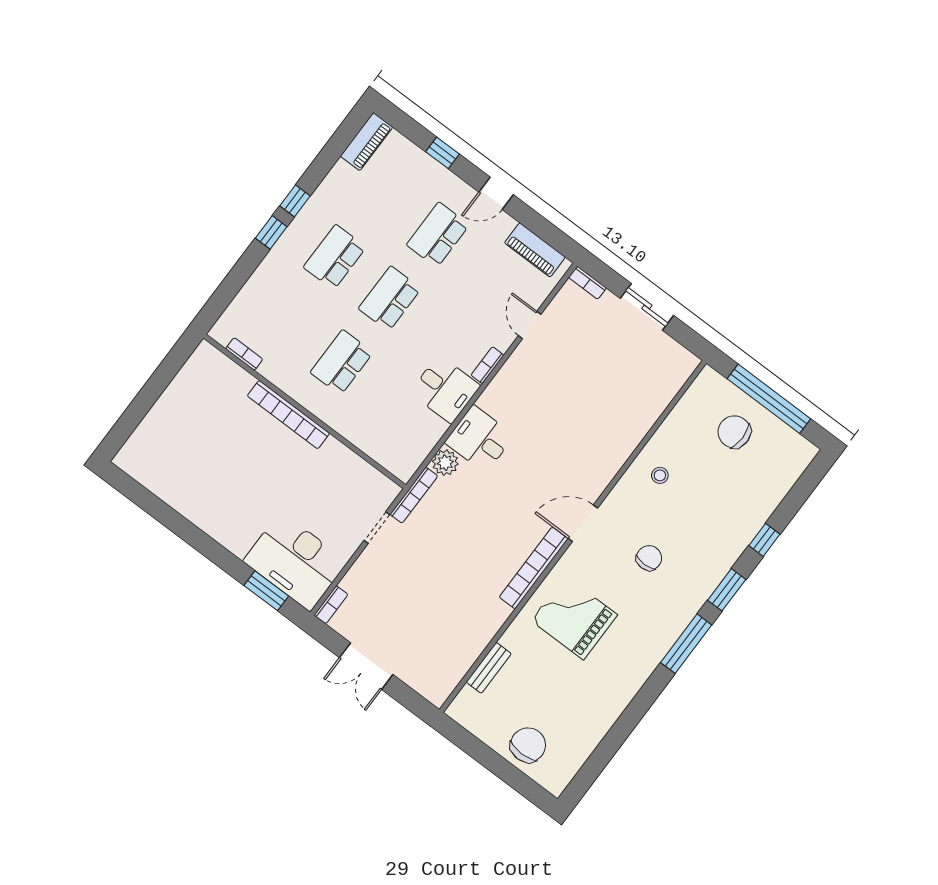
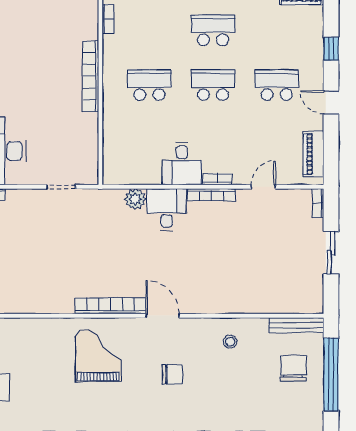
bookcase: (414, 495) -> (211, 195), moved
bench: (489, 668) -> (296, 325), moved, width x1.36

